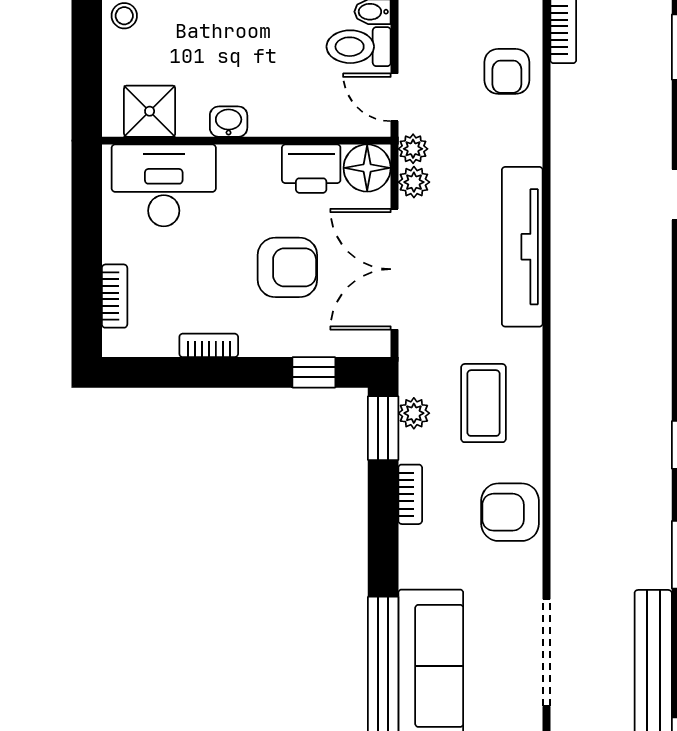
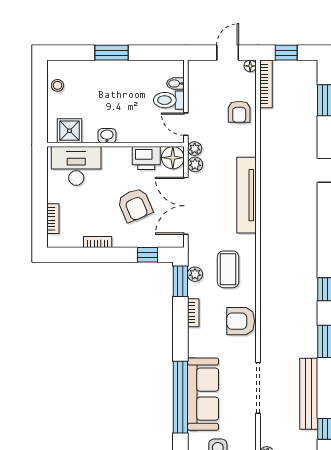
armchair: (287, 267) -> (135, 205), turned 67

